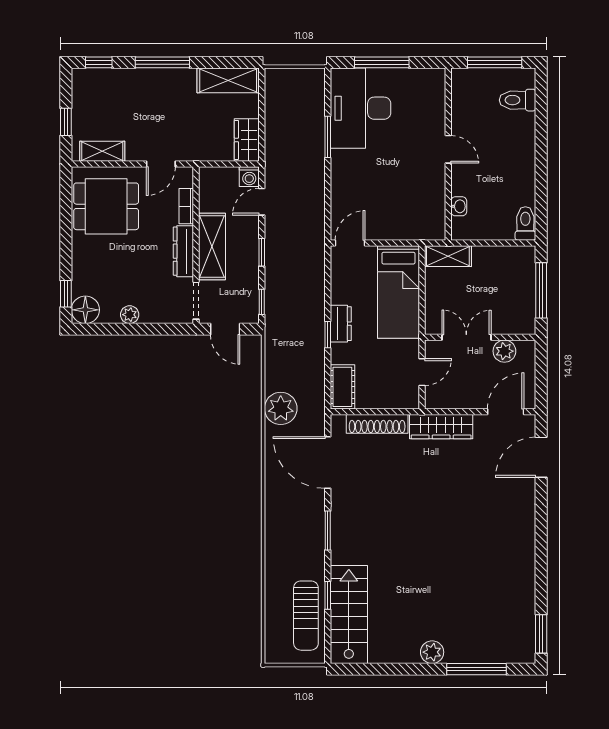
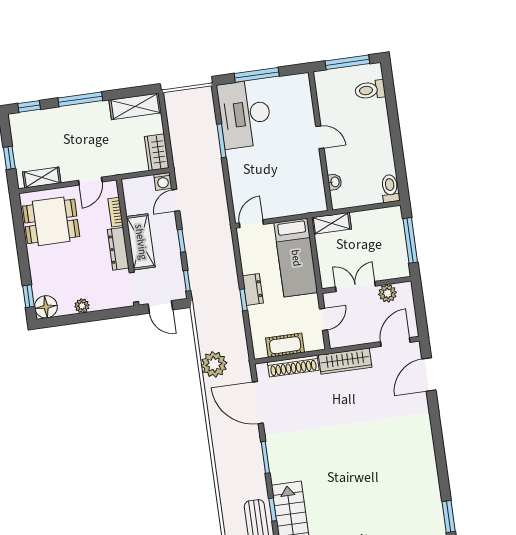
cot: (342, 387) -> (285, 345), moved, turned 90

